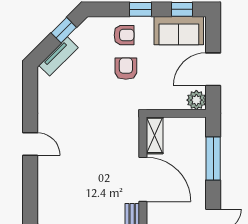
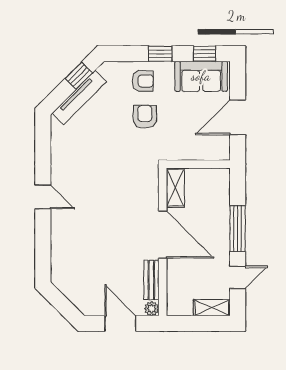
tv unit: (58, 56) -> (79, 97), width x1.41
plant: (196, 100) -> (220, 150), removed
window: (213, 159) -> (238, 229), moved

